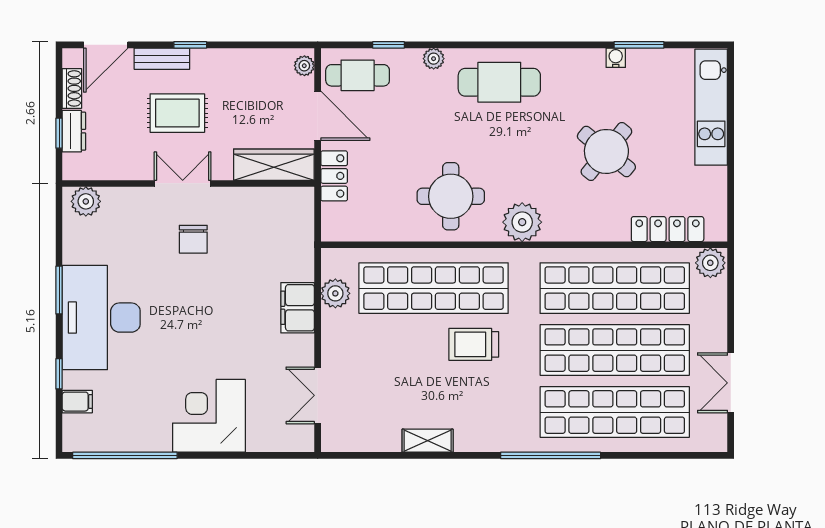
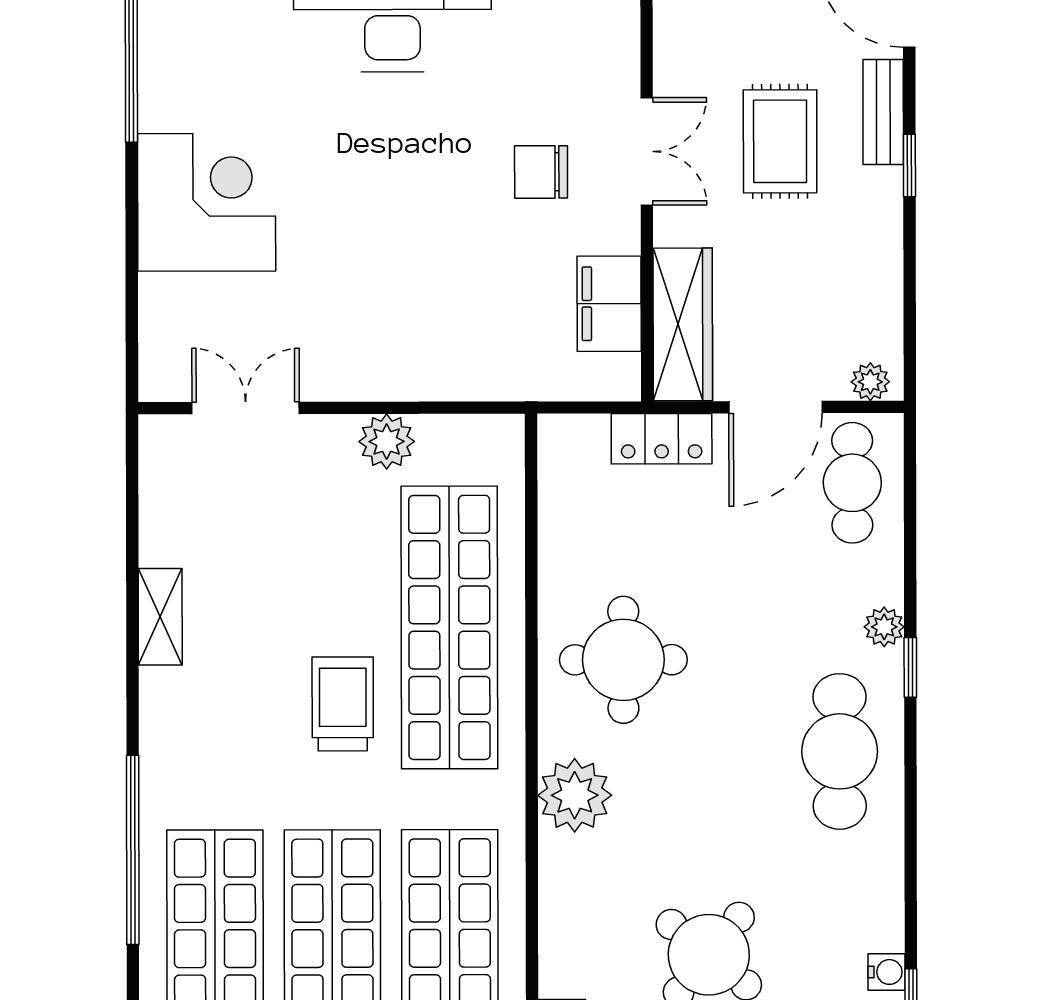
window: (388, 45) -> (910, 667), moved
plant: (335, 293) -> (387, 442), moved
filing cabinet: (298, 308) -> (609, 304), moved, turned -90

